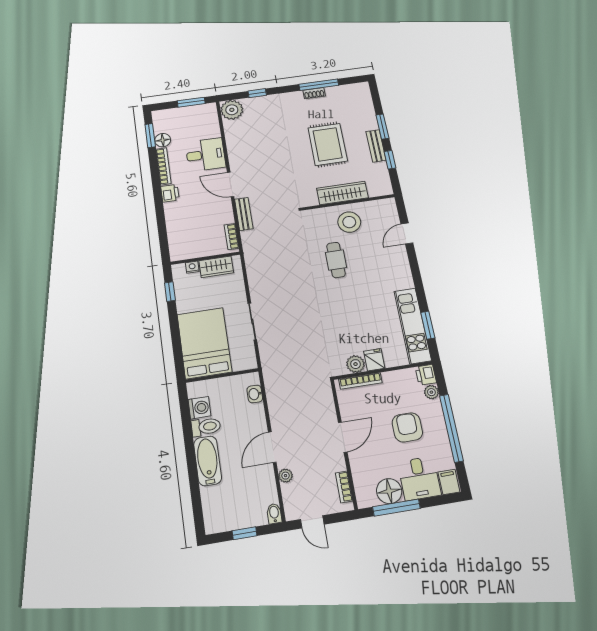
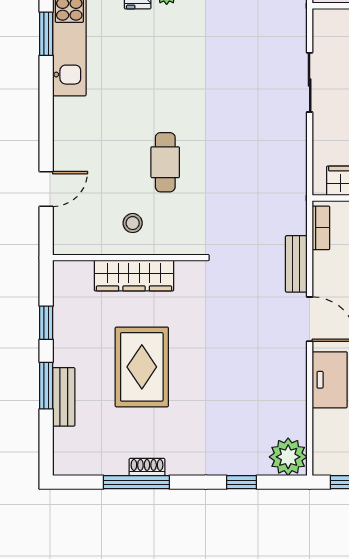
bench: (376, 146) -> (64, 397), moved
stool: (349, 222) -> (133, 223), width x0.53, depth x0.53

